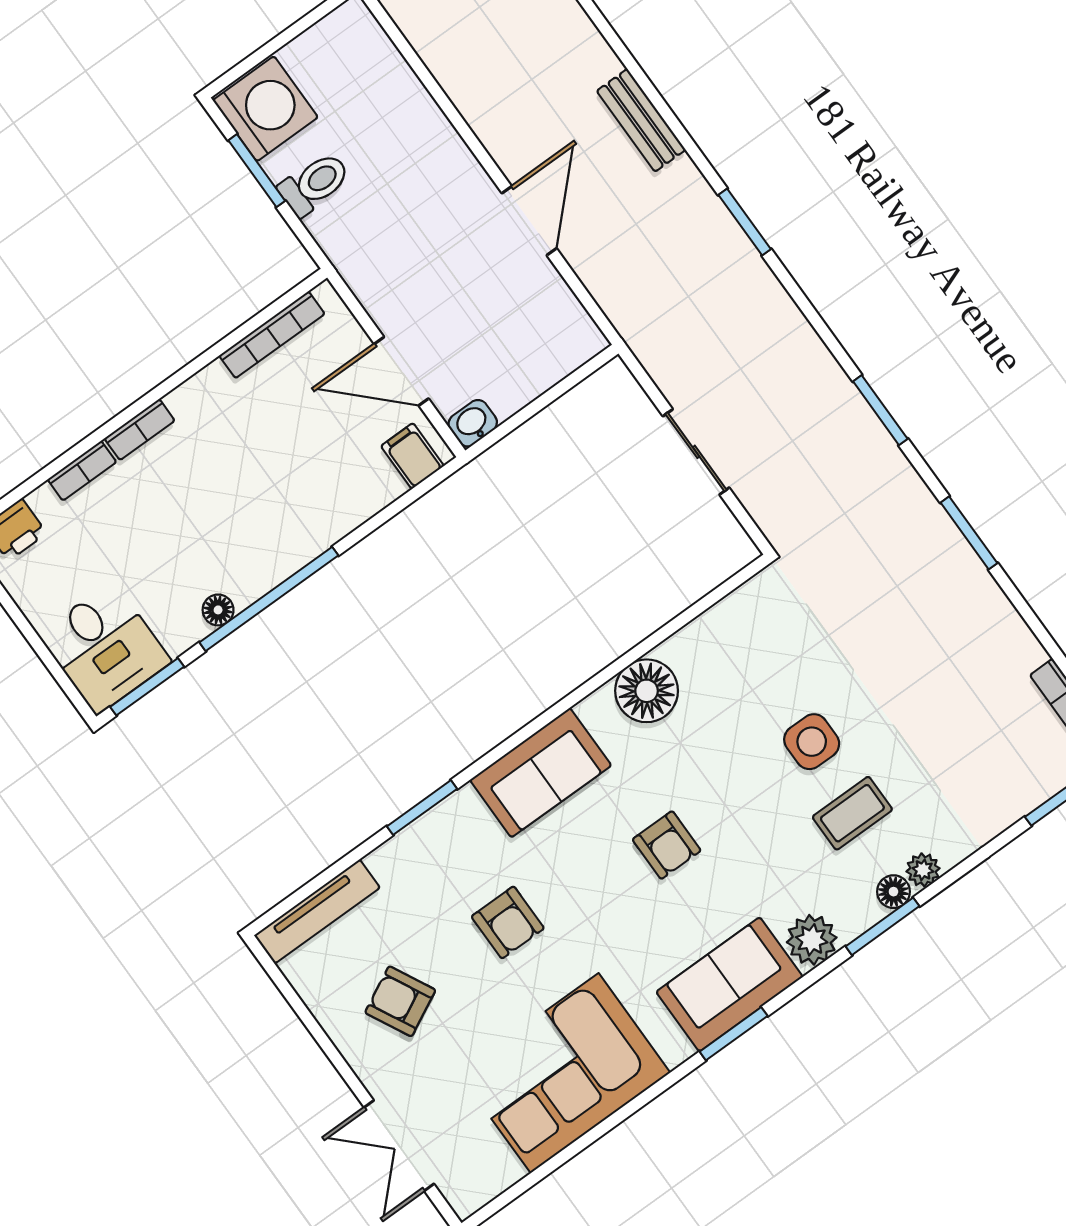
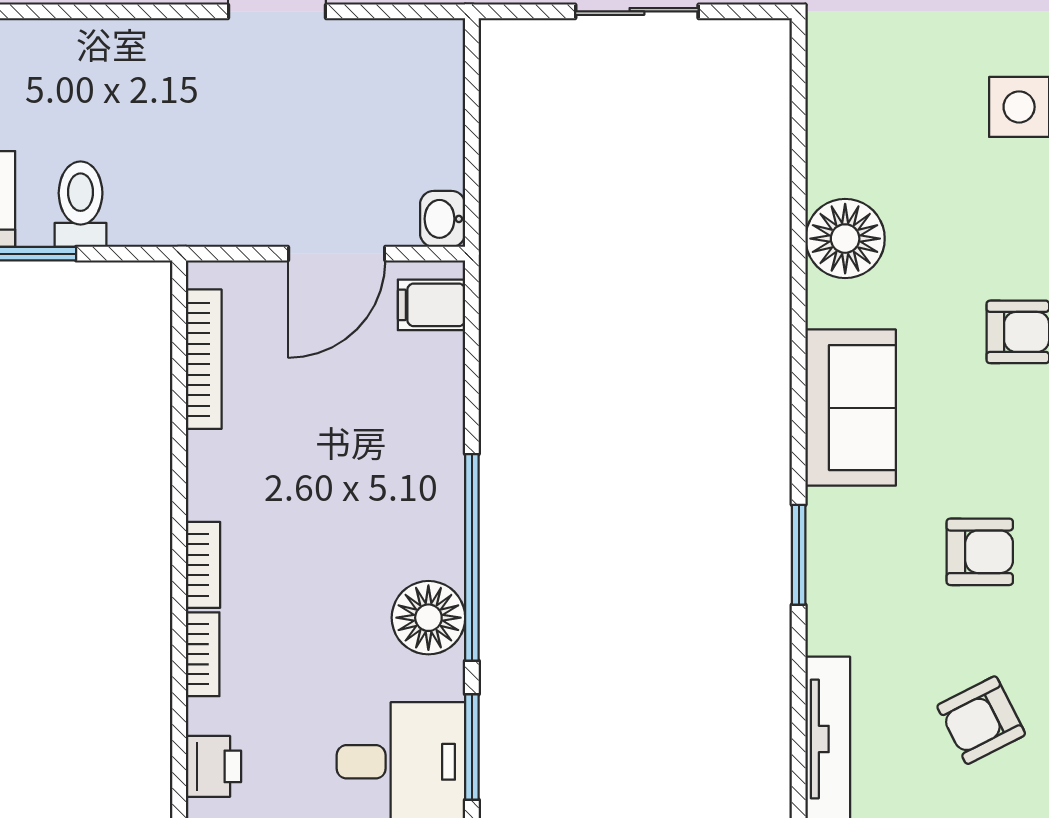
floor lamp: (218, 610) -> (428, 618), width x1.89, depth x1.89

